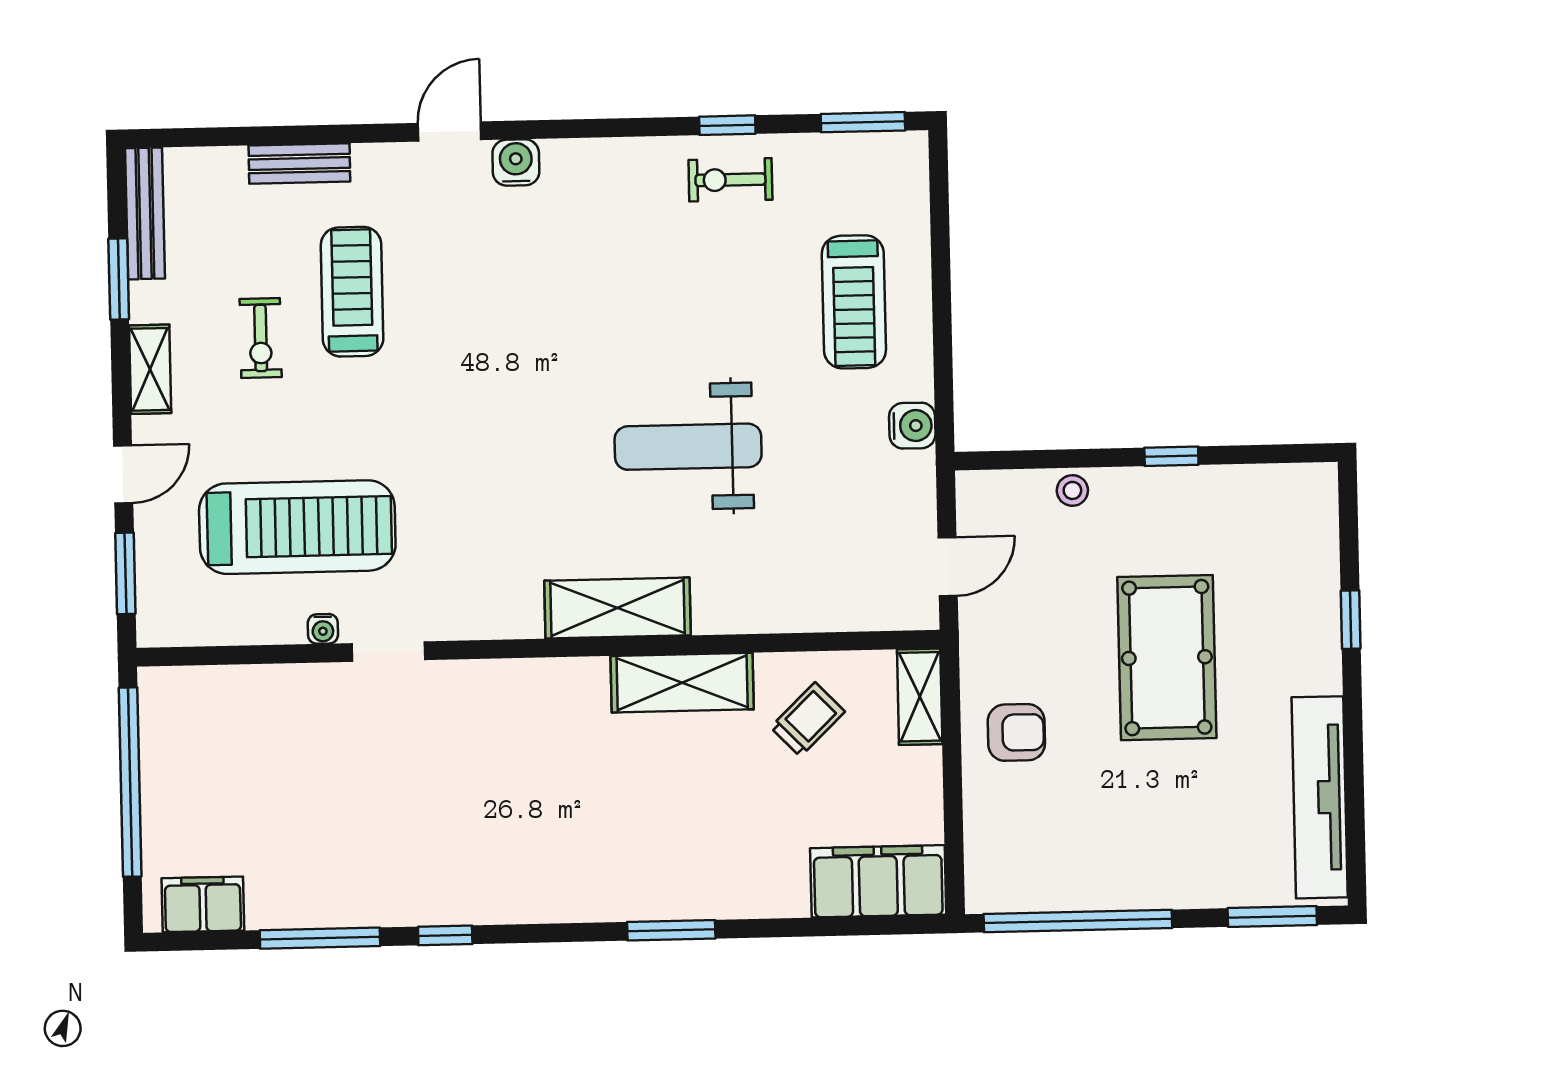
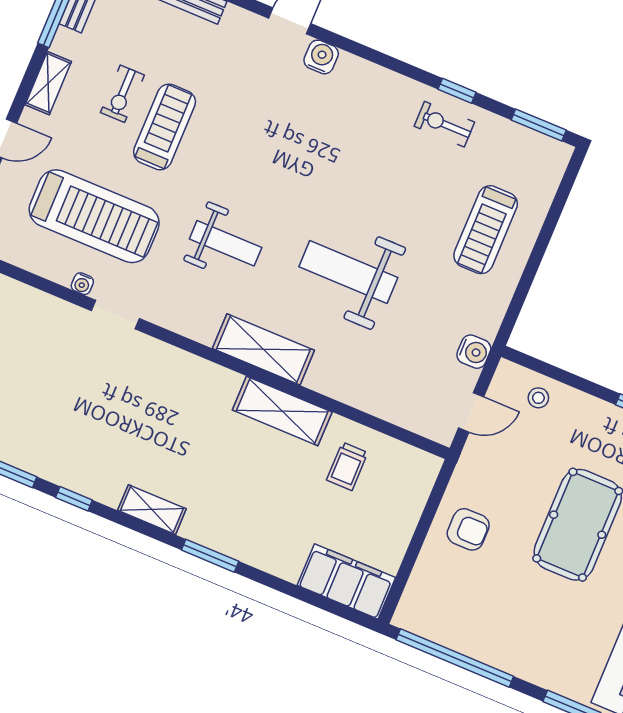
treadmill: (352, 292) -> (165, 127), moved
water cooler: (912, 426) -> (474, 352), moved
weight bench: (498, 483) -> (226, 243), added
stool: (1072, 490) -> (538, 398), moved
shelving: (920, 697) -> (152, 510), moved, turned 90
trolley: (808, 719) -> (347, 466), turned 134

